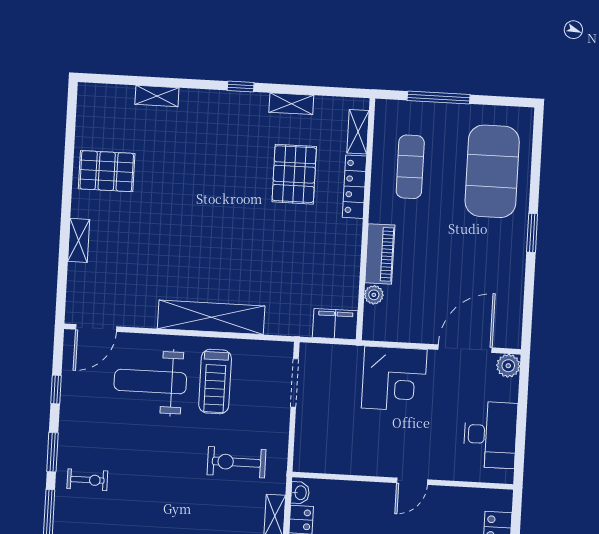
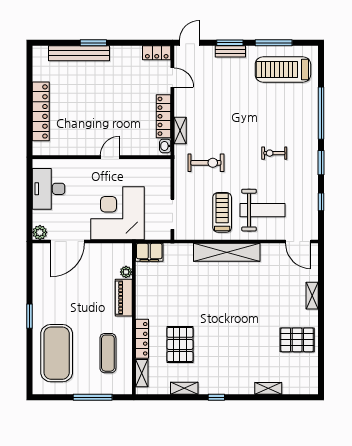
door: (96, 328) -> (298, 242), swing flipped
corner desk: (394, 379) -> (118, 213), width x1.36, depth x1.36
exercise bike: (87, 480) -> (274, 153), moved
door: (412, 481) -> (110, 157), moved

